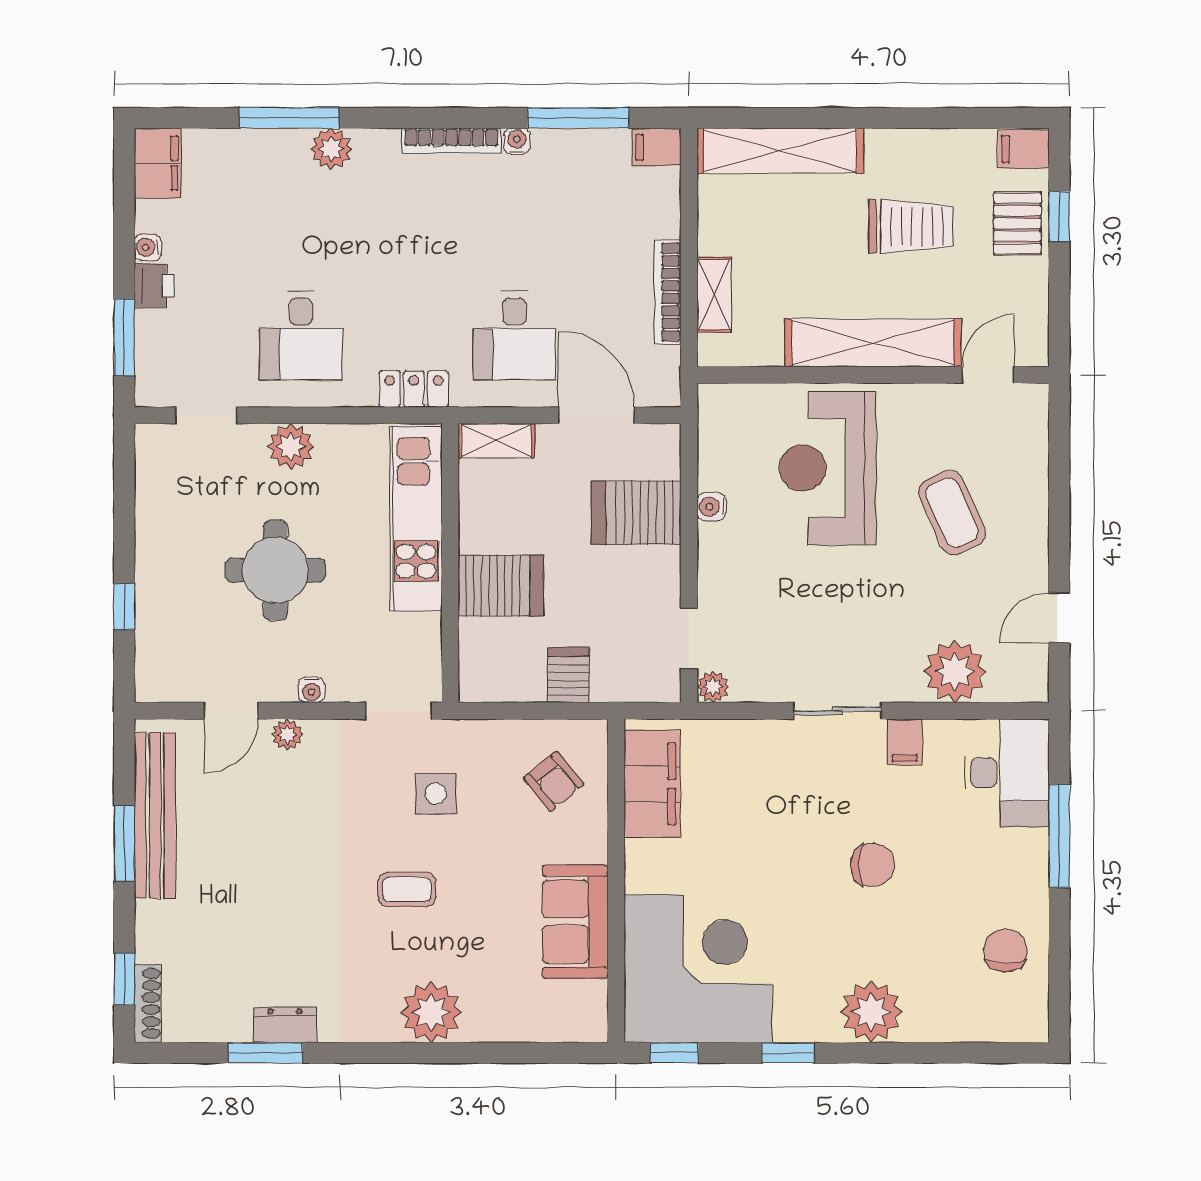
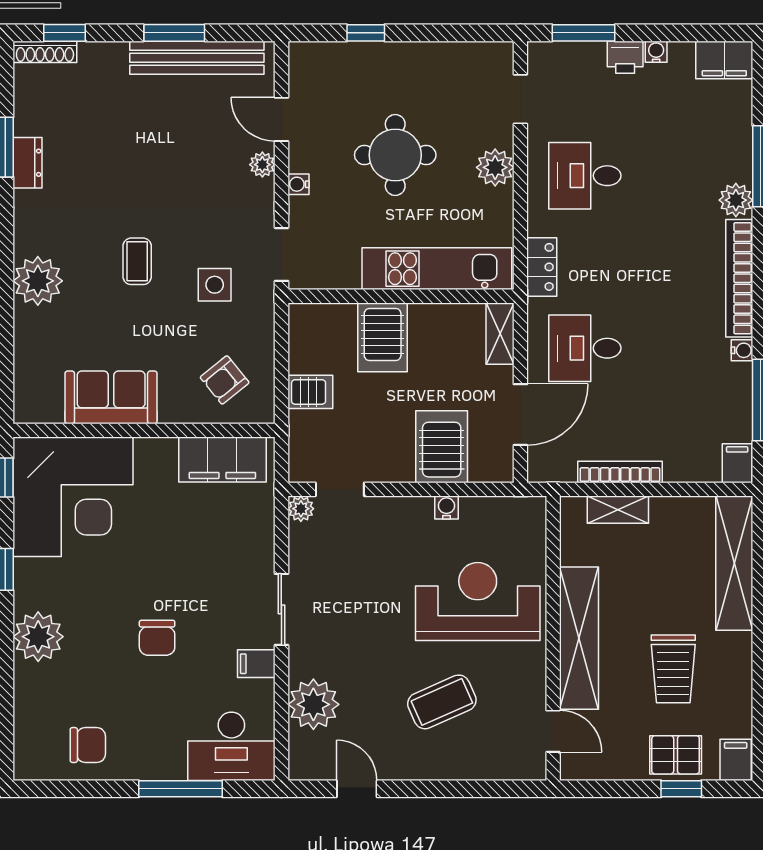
bookcase: (451, 141) -> (739, 278), width x1.48, depth x1.31

